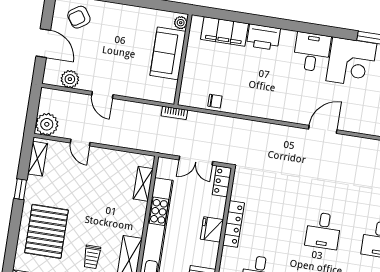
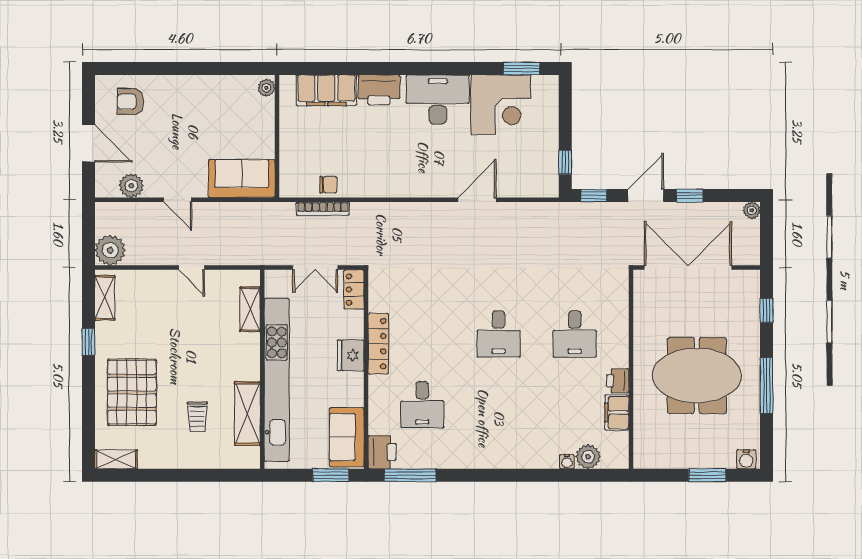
armchair: (79, 17) -> (130, 102), turned 34
desk: (312, 52) -> (438, 100), width x1.37
sofa: (168, 53) -> (242, 178), moved, turned 90
bookcase: (174, 113) -> (323, 209), moved, width x1.56
door: (80, 143) -> (191, 268), moved

